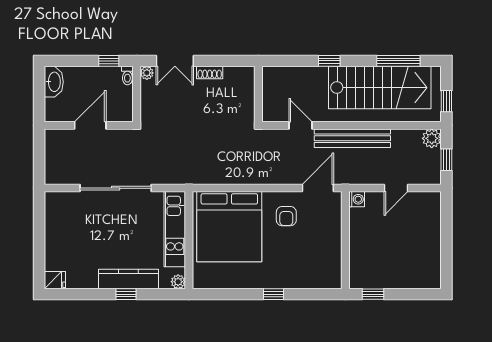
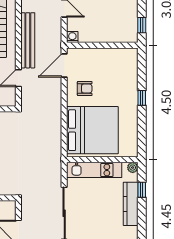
door: (318, 188) -> (64, 65), hinge flipped
window: (126, 294) -> (142, 190), moved

